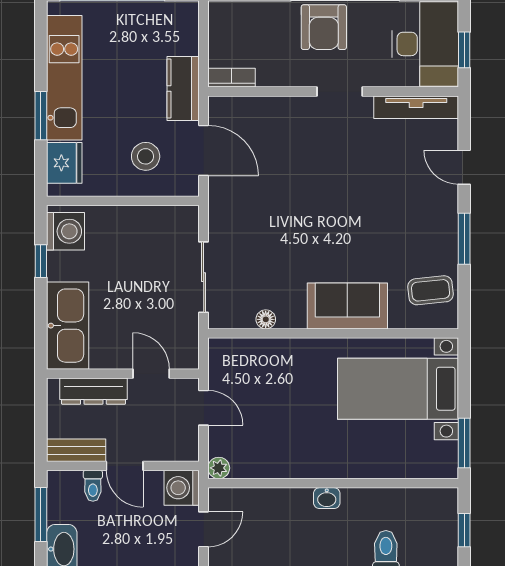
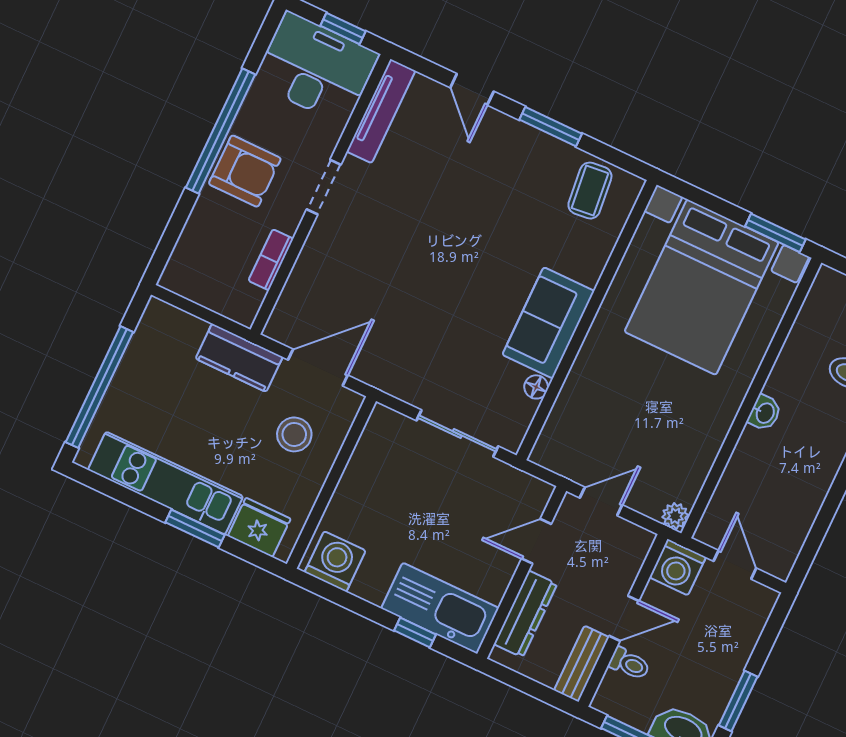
bookcase: (231, 78) -> (271, 260), moved
door: (464, 167) -> (472, 89), hinge flipped
window: (41, 261) -> (415, 633), moved
sofa: (347, 306) -> (548, 323), moved
bed with nightstands: (398, 389) -> (702, 287), width x1.36

